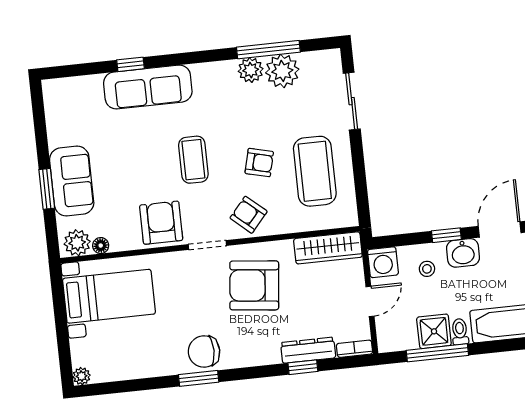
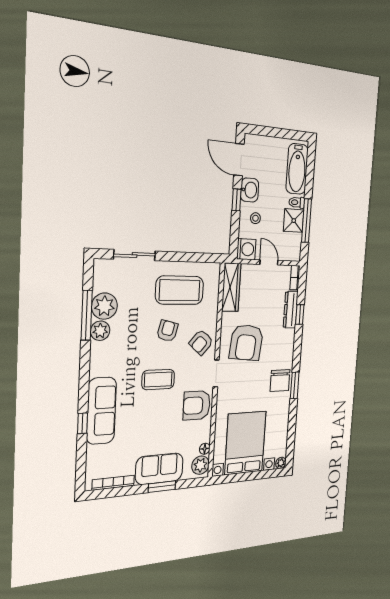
bookcase: (53, 118) -> (113, 483), added
bed with nightstands: (109, 296) -> (245, 443), width x1.36

